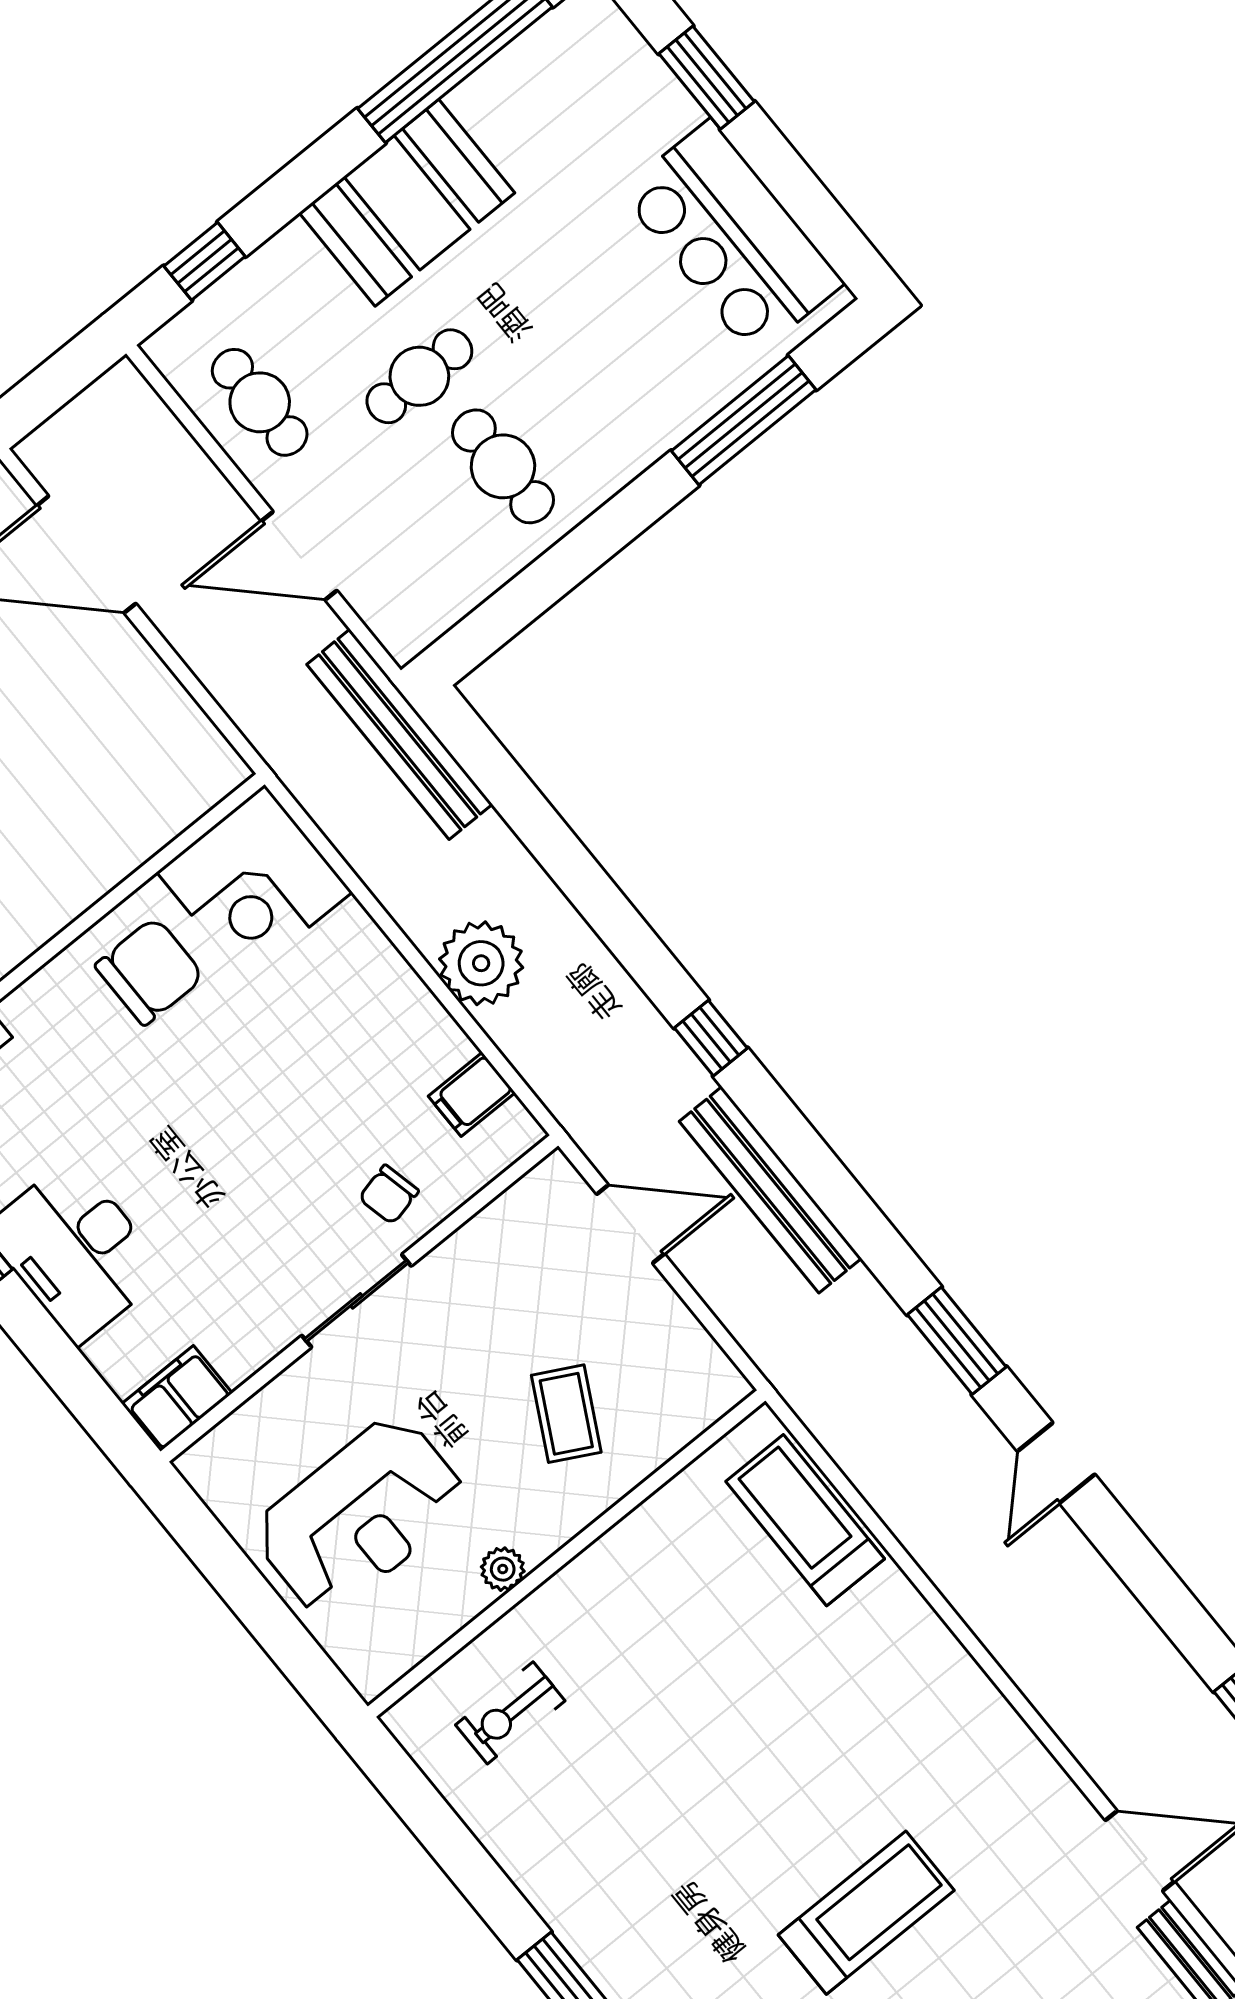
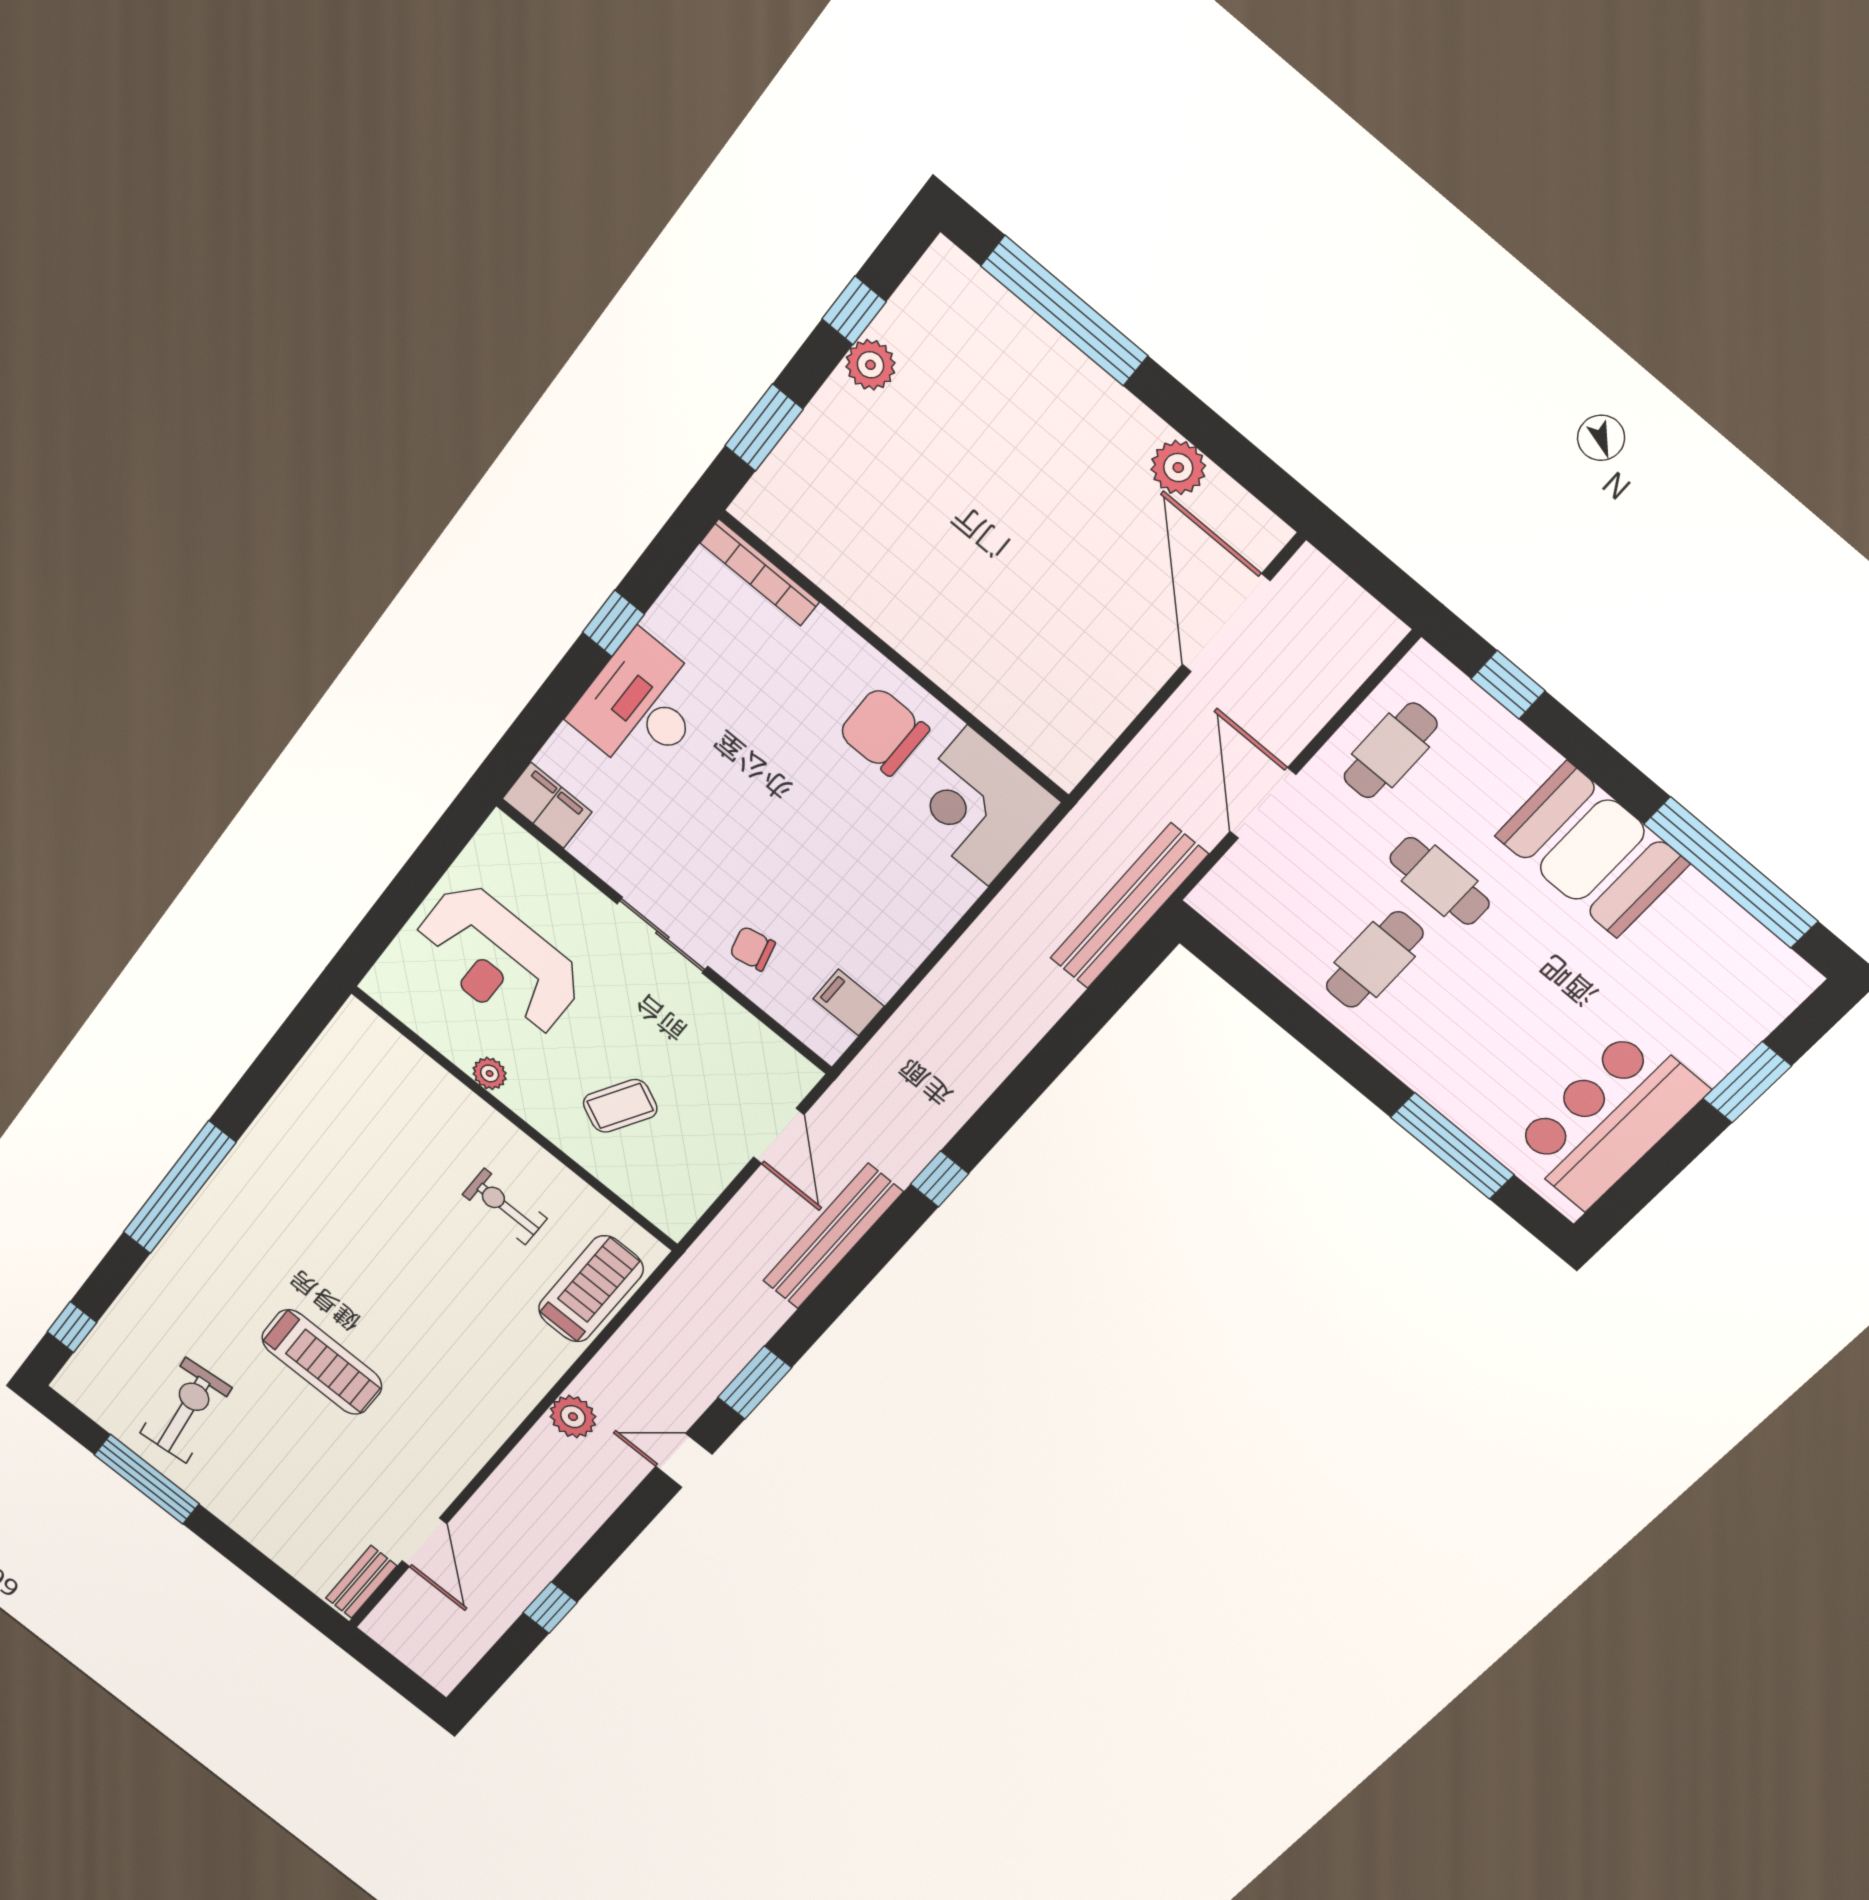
plant: (481, 963) -> (573, 1417), moved, width x0.73, depth x0.73
chair: (150, 971) -> (884, 731), turned 180
exercise bike: (510, 1713) -> (505, 1207), moved

